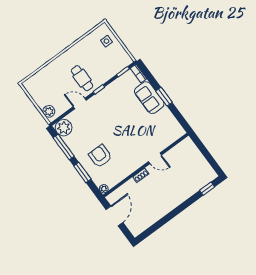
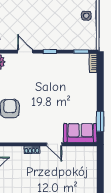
cafe table: (82, 78) -> (43, 32), removed
window: (164, 97) -> (100, 121), moved
sofa: (149, 98) -> (80, 133), moved, turned 90

